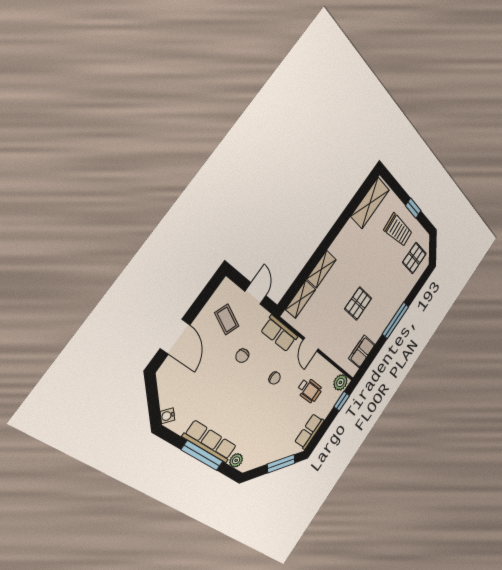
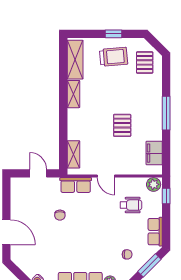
shelving: (322, 269) -> (73, 94), moved
coffee table: (227, 319) -> (31, 201), removed
chair: (275, 378) -> (127, 254), moved

